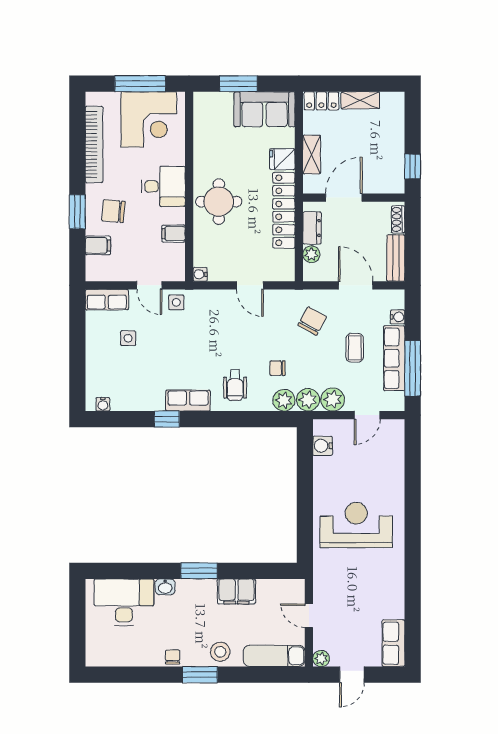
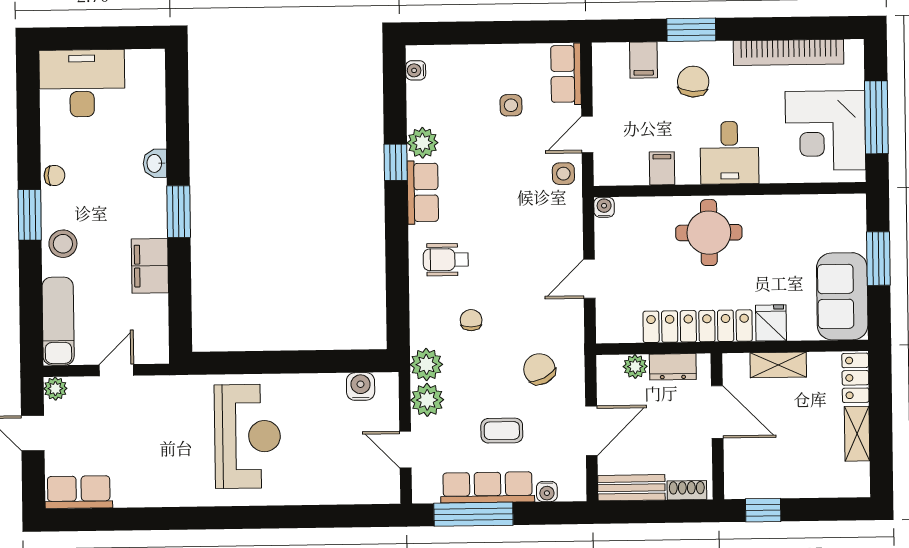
chair: (312, 321) -> (539, 369), turned -146
plant: (284, 400) -> (423, 143), moved
desk: (124, 602) -> (82, 83), moved, turned -90

